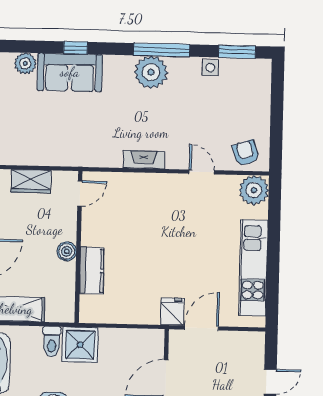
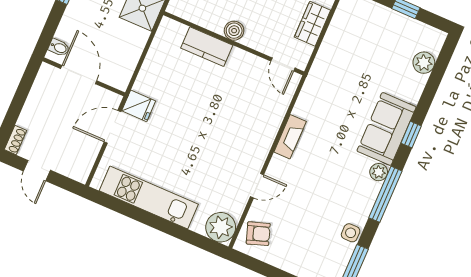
window: (76, 48) -> (411, 135), moved
sofa: (70, 72) -> (387, 129), moved
plant: (151, 72) -> (379, 172), width x0.53, depth x0.53
door: (201, 328) -> (113, 127), swing flipped

